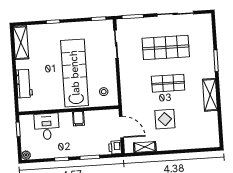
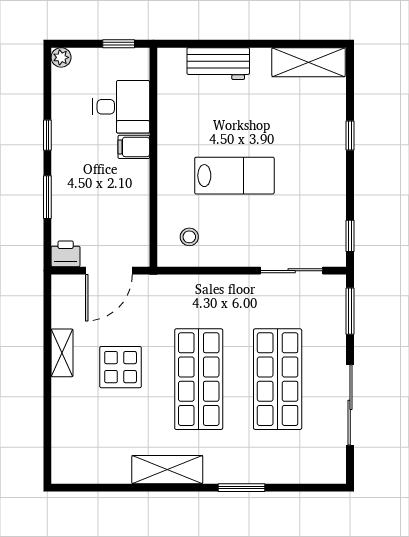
lab bench: (75, 73) -> (234, 176), width x0.54, depth x0.72
shop shelf: (168, 83) -> (199, 379), width x1.43, depth x1.36
filing cabinet: (78, 119) -> (134, 147), moved
shelving: (145, 147) -> (62, 353), moved

